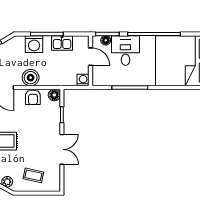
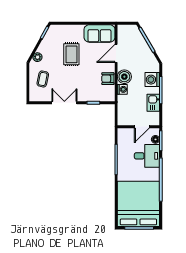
washing machine: (83, 80) -> (122, 89), moved
floor lamp: (54, 95) -> (110, 96), removed
double door: (62, 149) -> (64, 103), swing flipped

